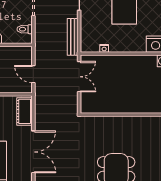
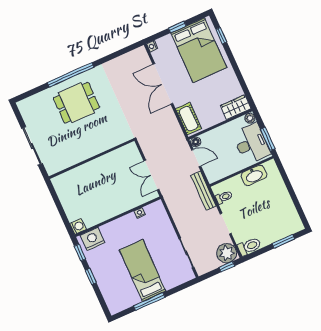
bench: (73, 37) -> (203, 191), moved
floor lamp: (27, 88) -> (196, 142), added

